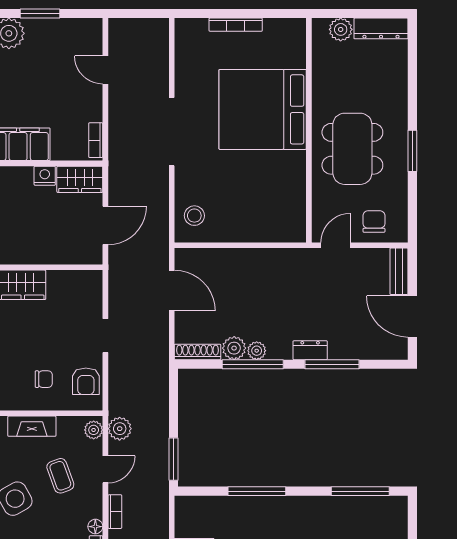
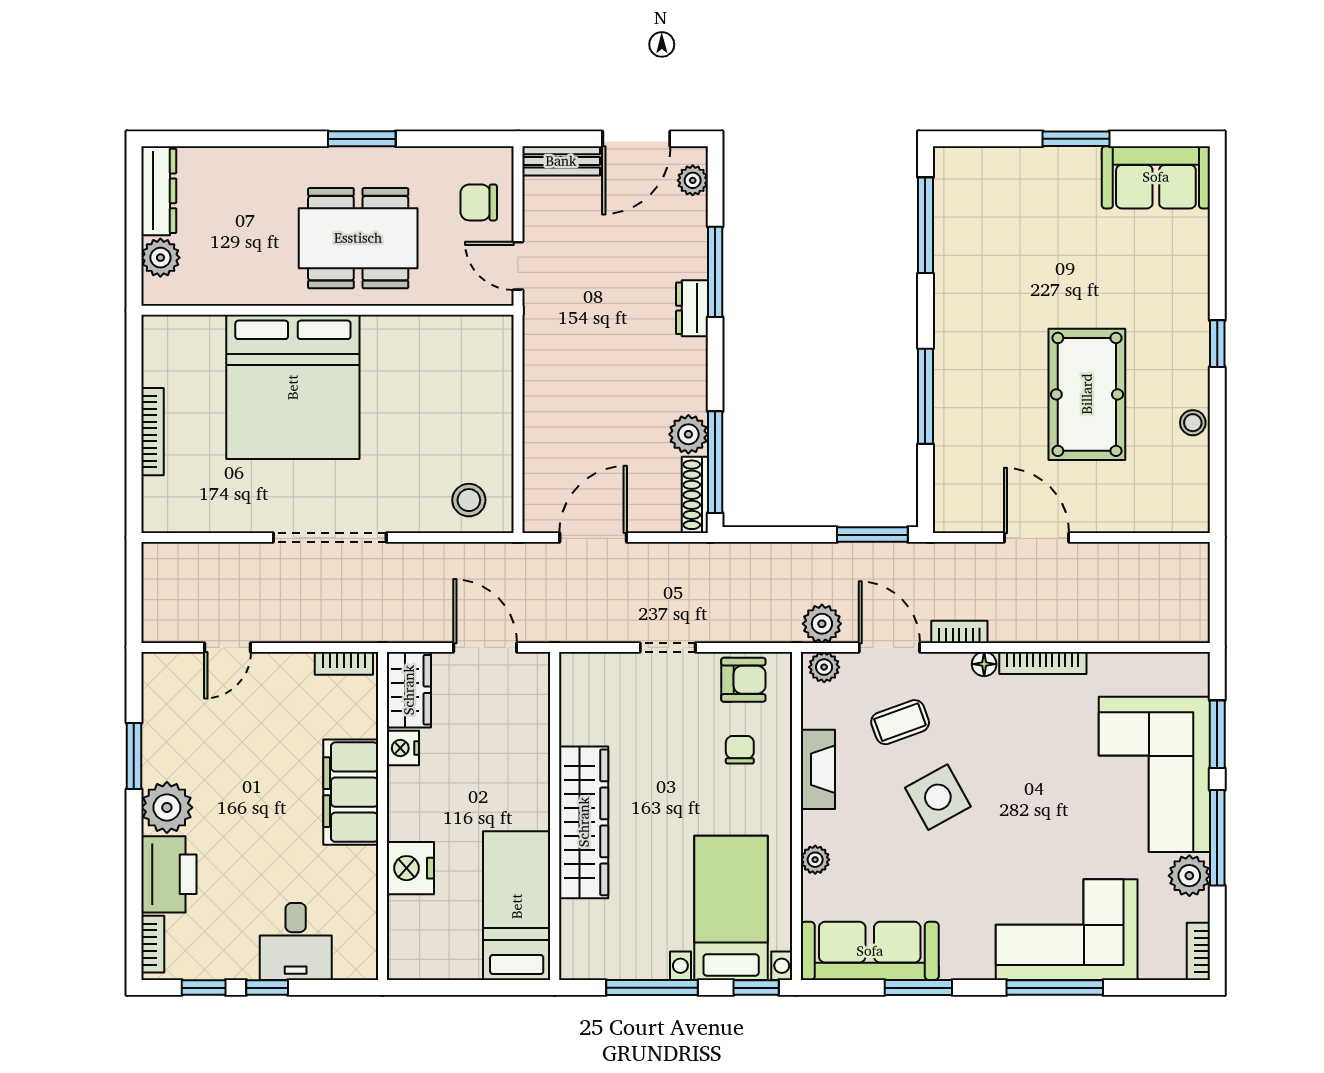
plant: (257, 351) -> (693, 180), moved
window: (253, 364) -> (715, 462), moved
door: (105, 469) -> (889, 647), width x1.38

